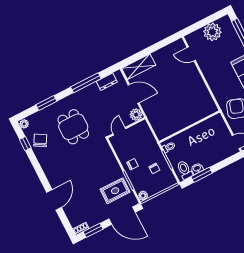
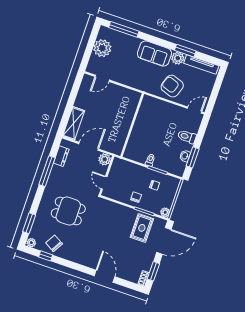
window: (46, 103) -> (29, 223), moved
wall: (189, 127) -> (132, 125), moved
toilet: (185, 170) -> (187, 137), moved

